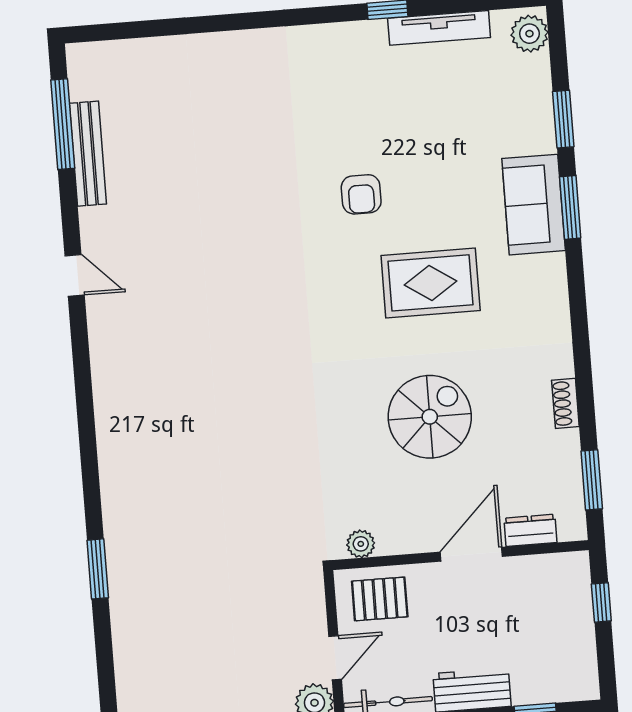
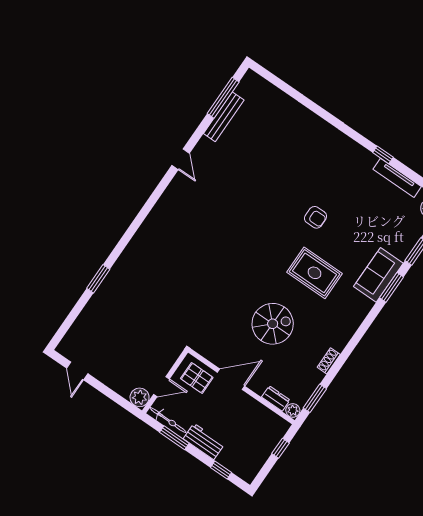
armchair: (361, 194) -> (316, 217), turned -90
plant: (361, 544) -> (293, 410), moved
door: (471, 554) -> (231, 379), moved

